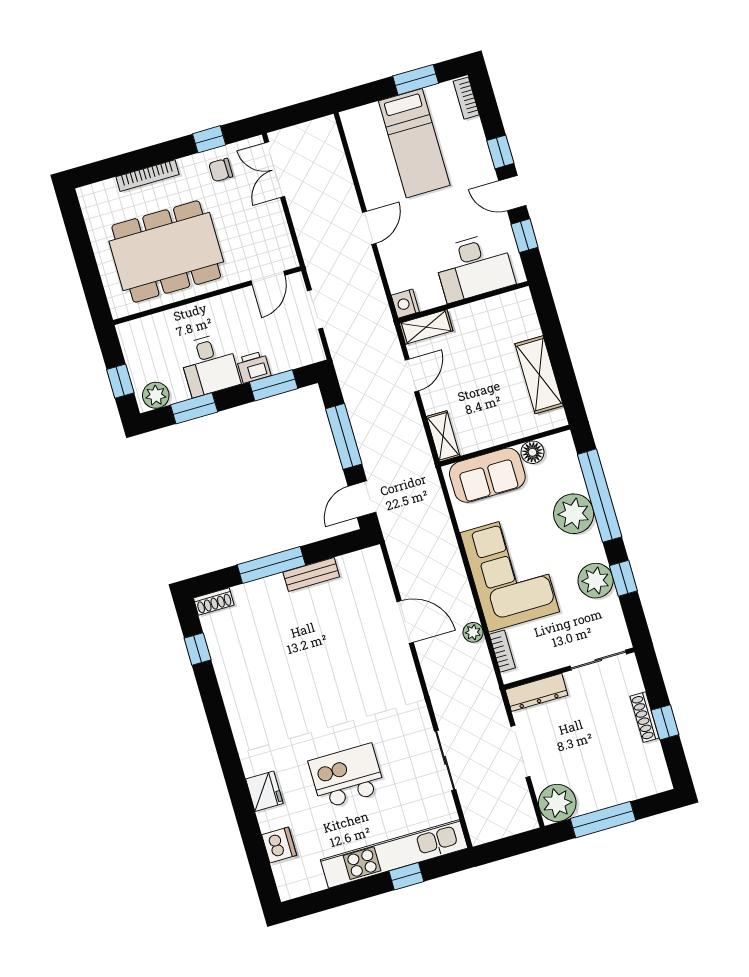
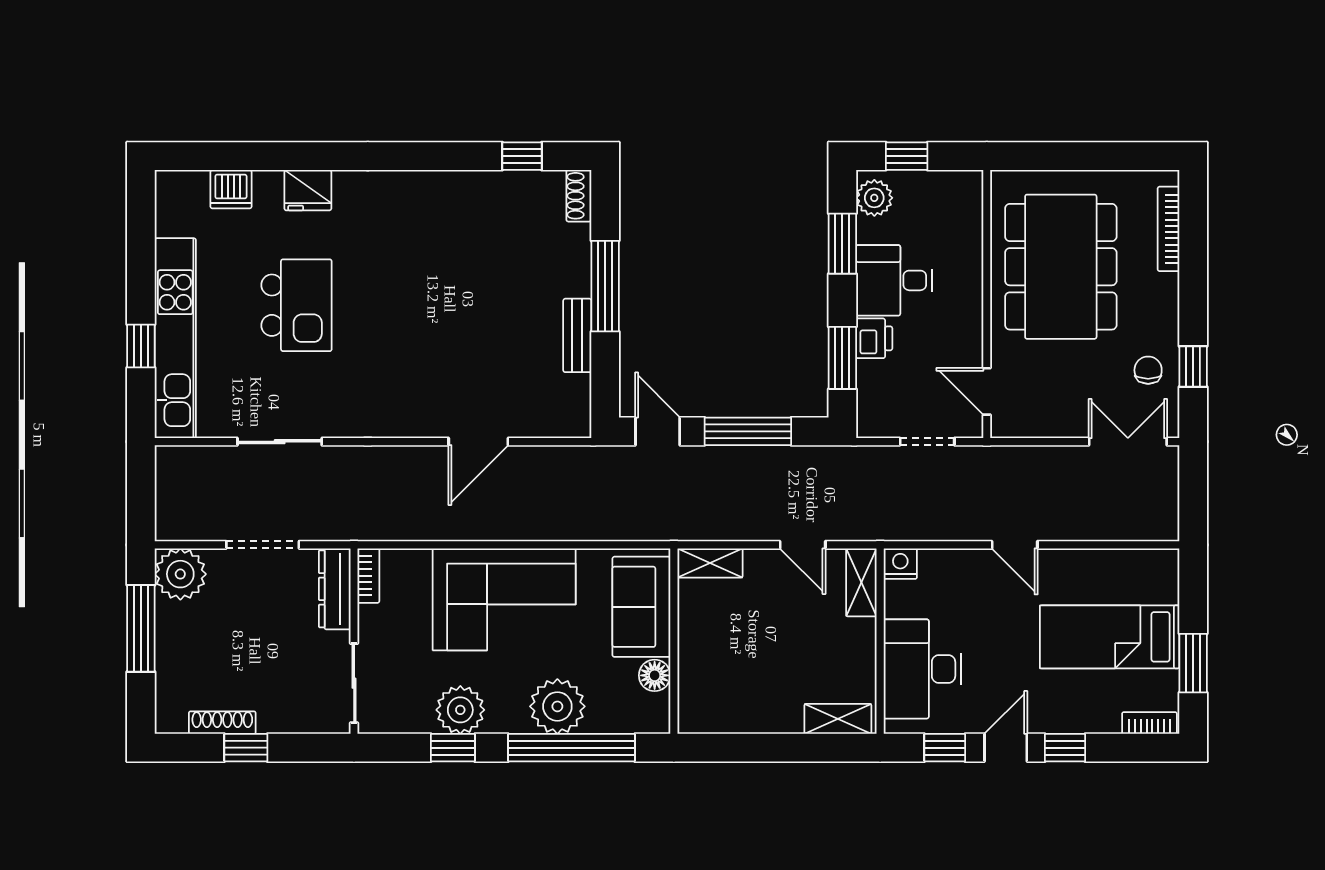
bookcase: (147, 176) -> (1169, 229), moved
shelving: (539, 375) -> (838, 719), moved, width x0.67, depth x0.75
plant: (473, 632) -> (439, 528), removed
bookcase: (502, 651) -> (368, 576), moved, turned -90
shoe rack: (645, 717) -> (222, 723), moved

